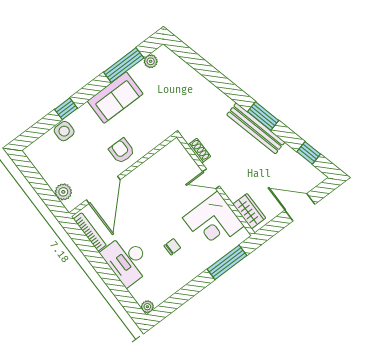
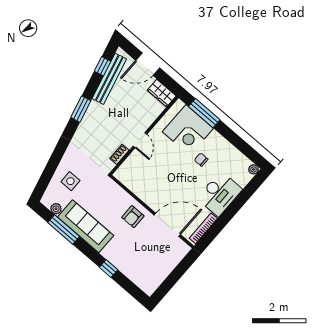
sofa: (115, 97) -> (86, 226), width x1.36
bench: (256, 128) -> (109, 79), moved
side table: (64, 131) -> (70, 181), moved
plant: (63, 192) -> (176, 256), removed
door: (300, 207) -> (148, 64), hinge flipped
wardrobe: (249, 211) -> (162, 93), moved, turned -90
corner desk: (213, 222) -> (188, 130), moved, turned 90

